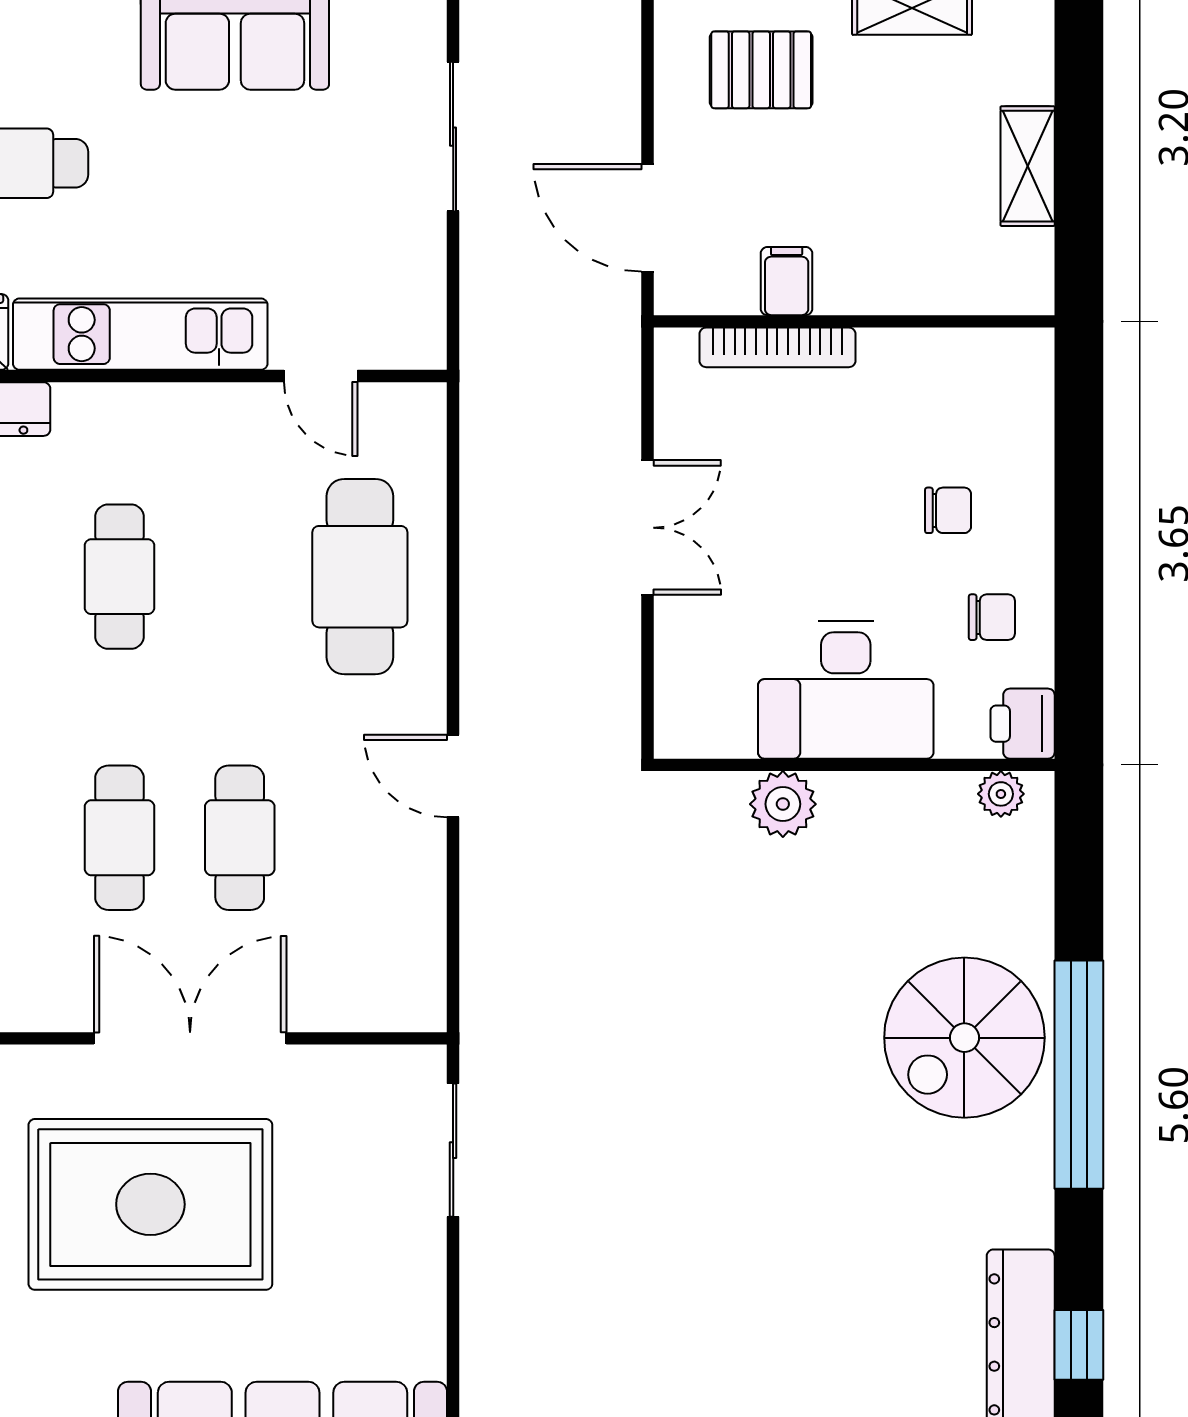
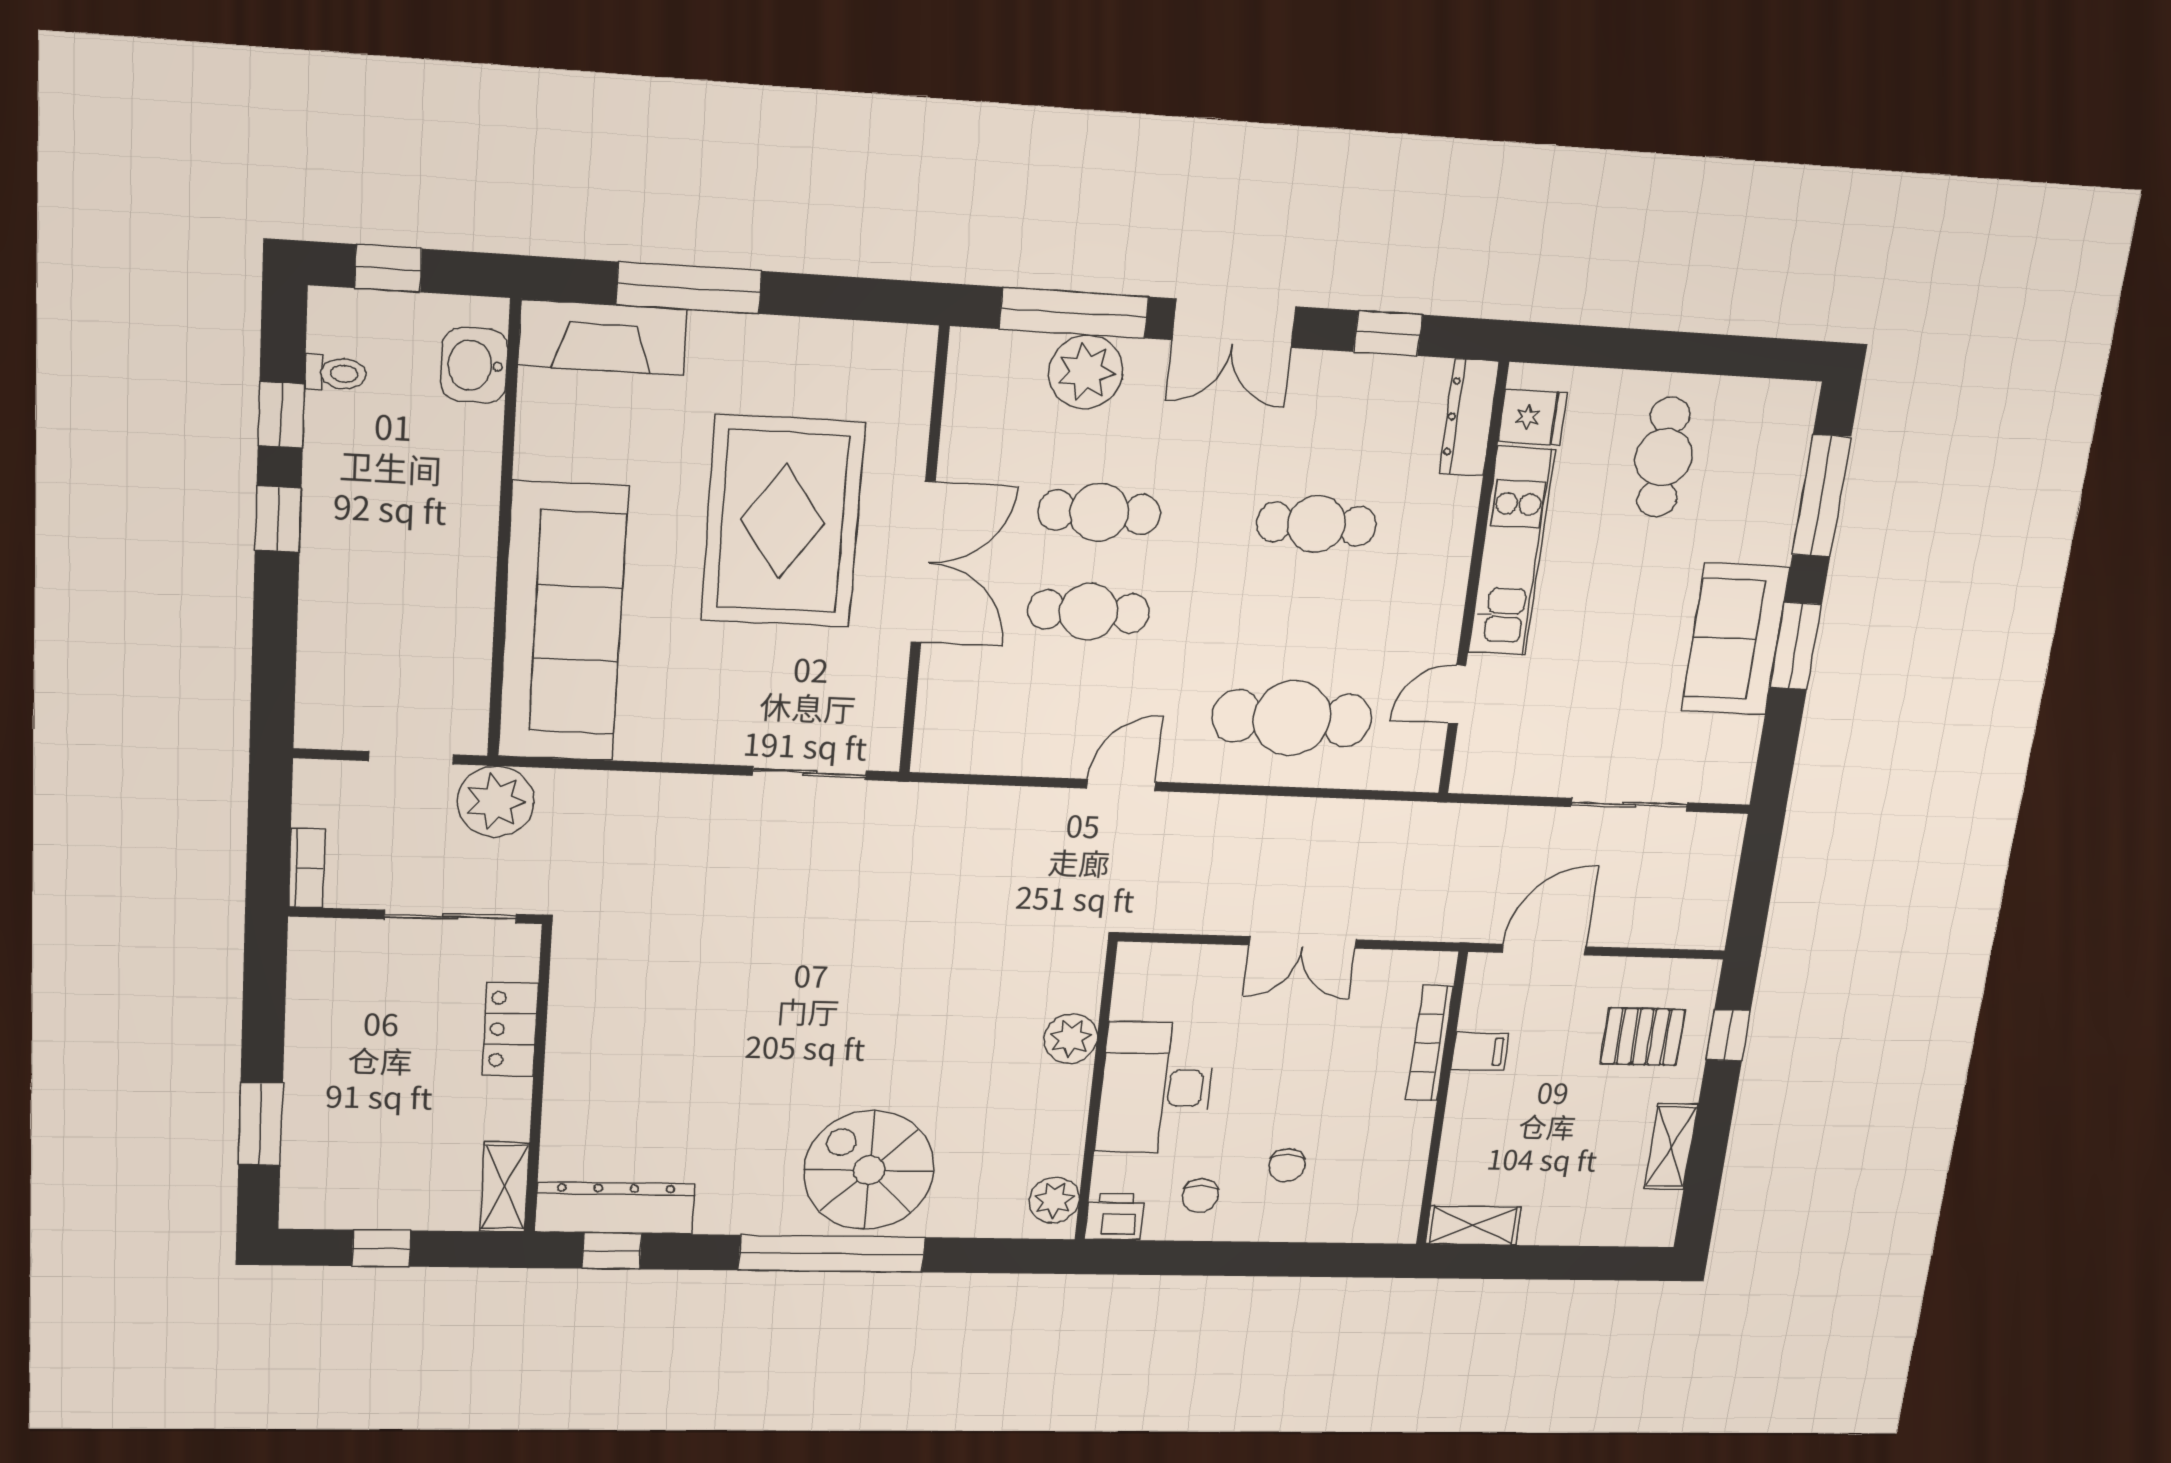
pallet: (761, 70) -> (1643, 1037), turned 90
shelving: (1028, 166) -> (1473, 1225), moved
plant: (1001, 794) -> (1054, 1200), width x1.38, depth x1.38

